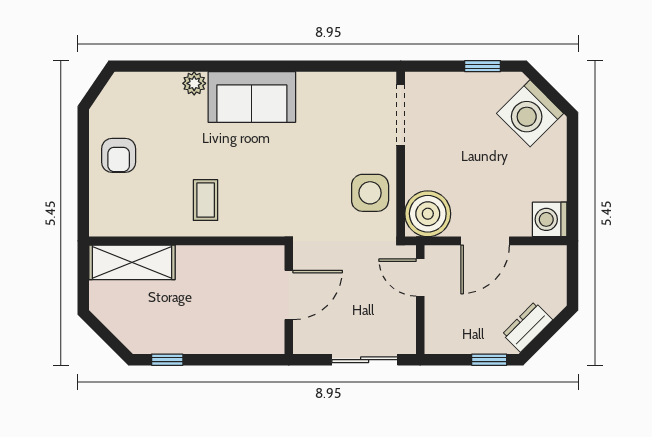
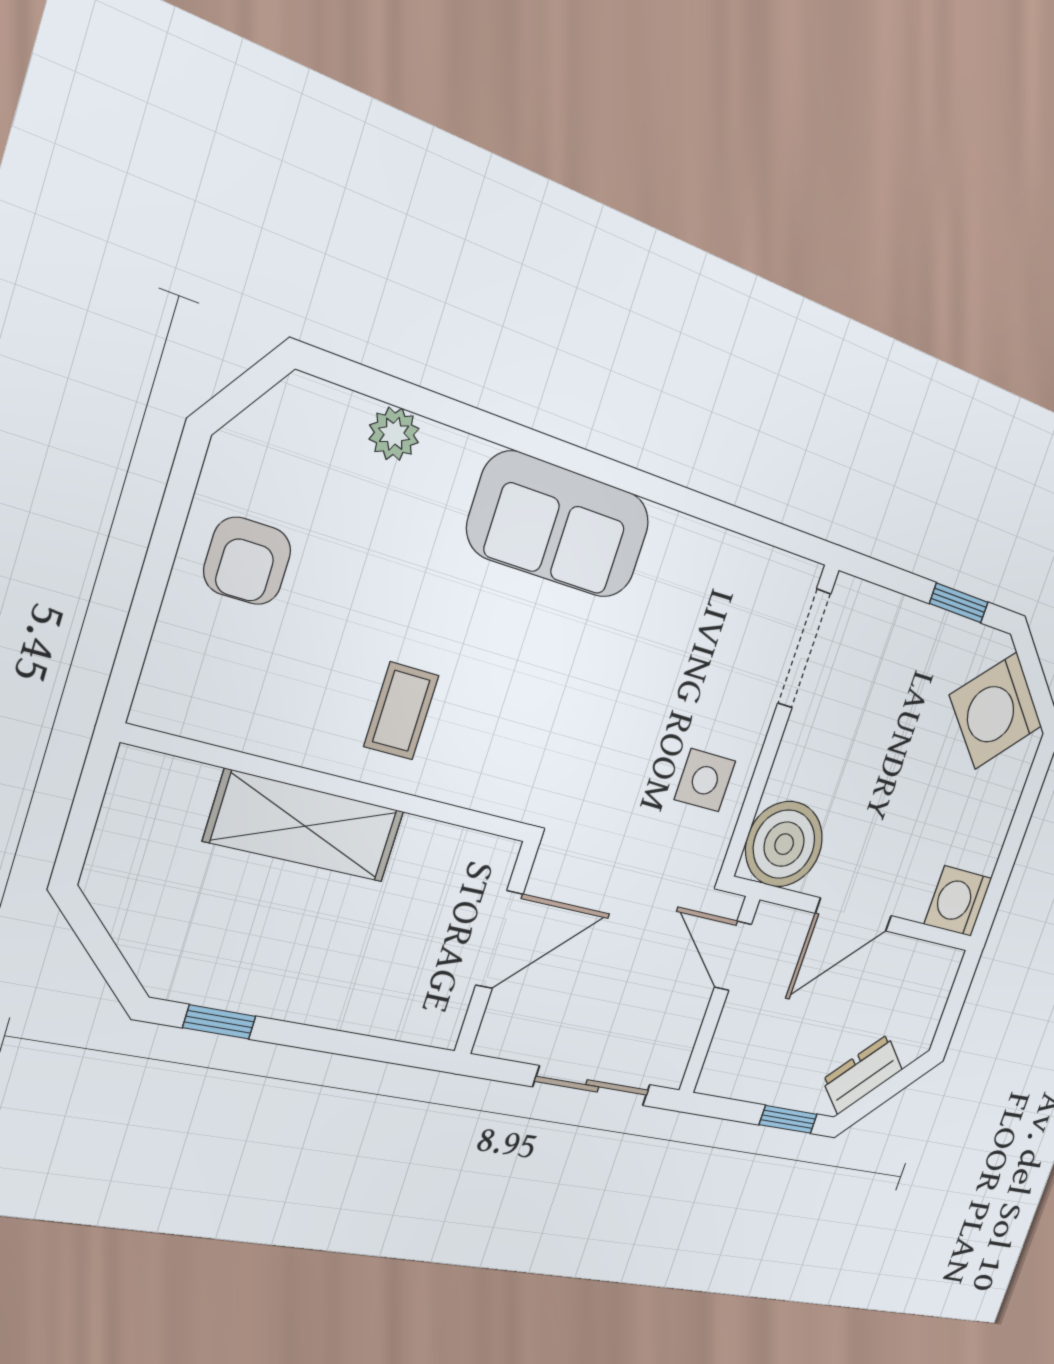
plant: (194, 83) -> (394, 434), moved
side table: (370, 193) -> (705, 780), width x0.73, depth x0.73
shelving: (132, 262) -> (305, 826), moved

